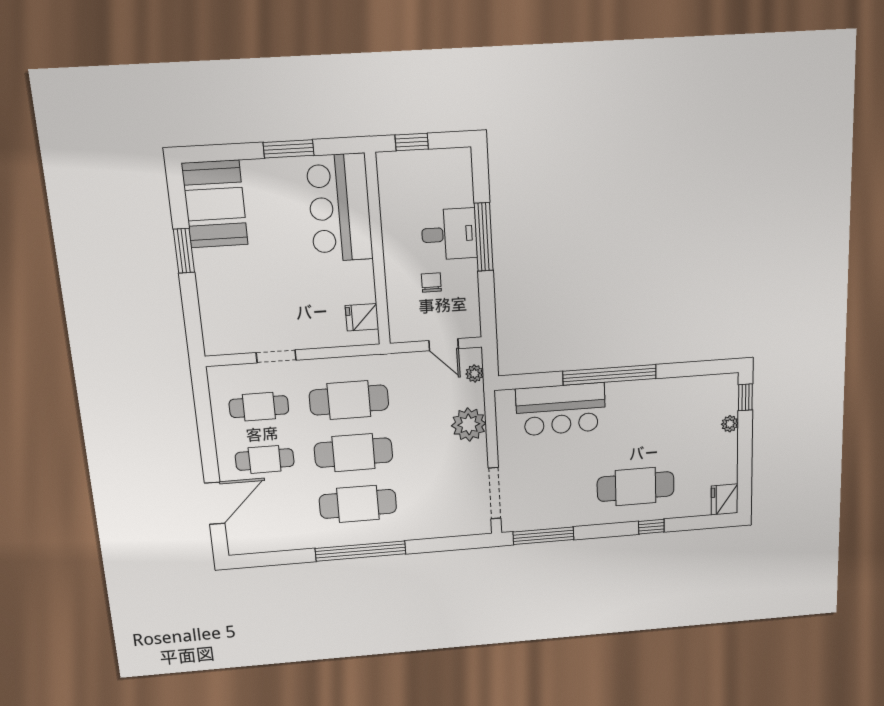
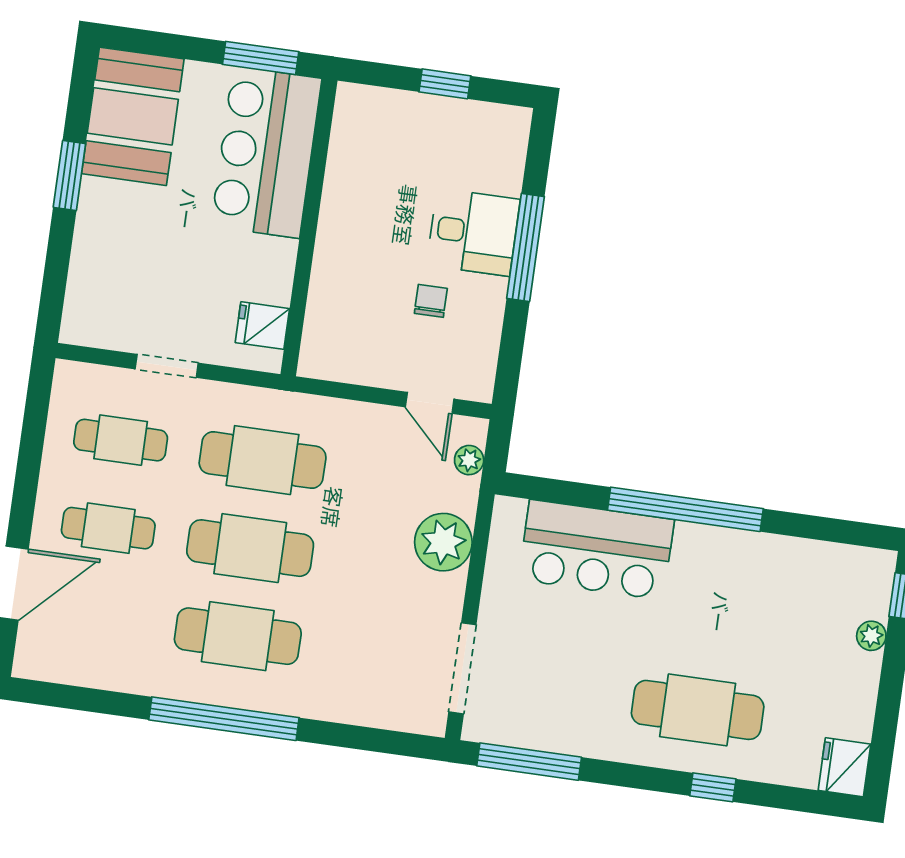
bar counter: (340, 208) -> (266, 152), moved
wall: (378, 250) -> (309, 227), moved
fridge: (362, 317) -> (262, 326), moved

